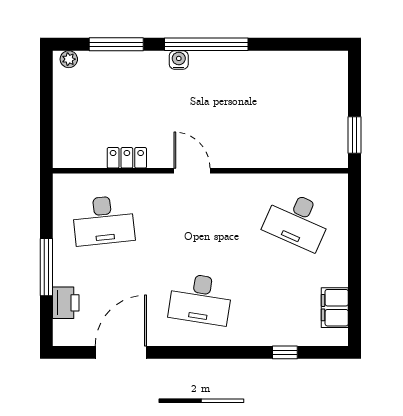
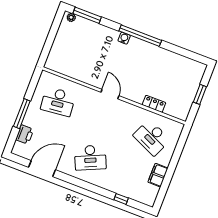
window: (116, 44) -> (87, 15), moved
window: (354, 135) -> (200, 94), moved
locker: (127, 158) -> (154, 104), moved
desk: (200, 299) -> (90, 158), turned -33
filing cabinet: (335, 308) -> (158, 175), moved

